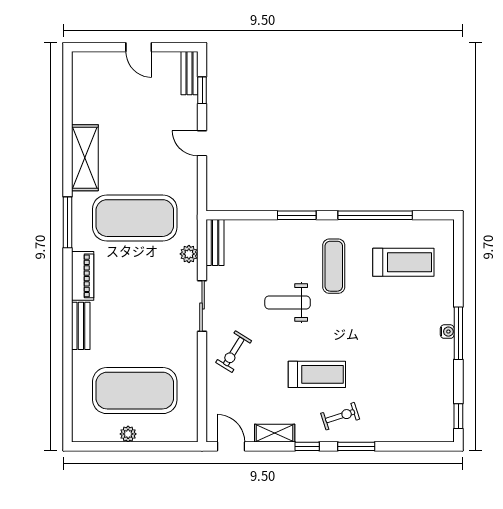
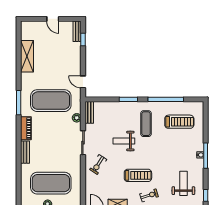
door: (202, 143) -> (83, 82), moved
shelving: (85, 158) -> (27, 56), moved
weight bench: (412, 391) -> (183, 183), added

